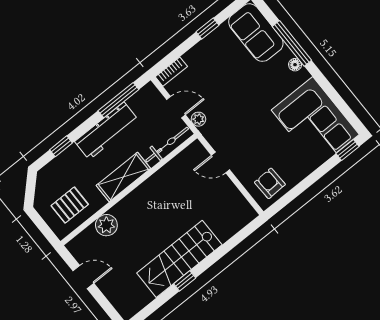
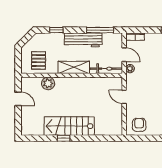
pallet: (70, 205) -> (39, 60), turned 90

